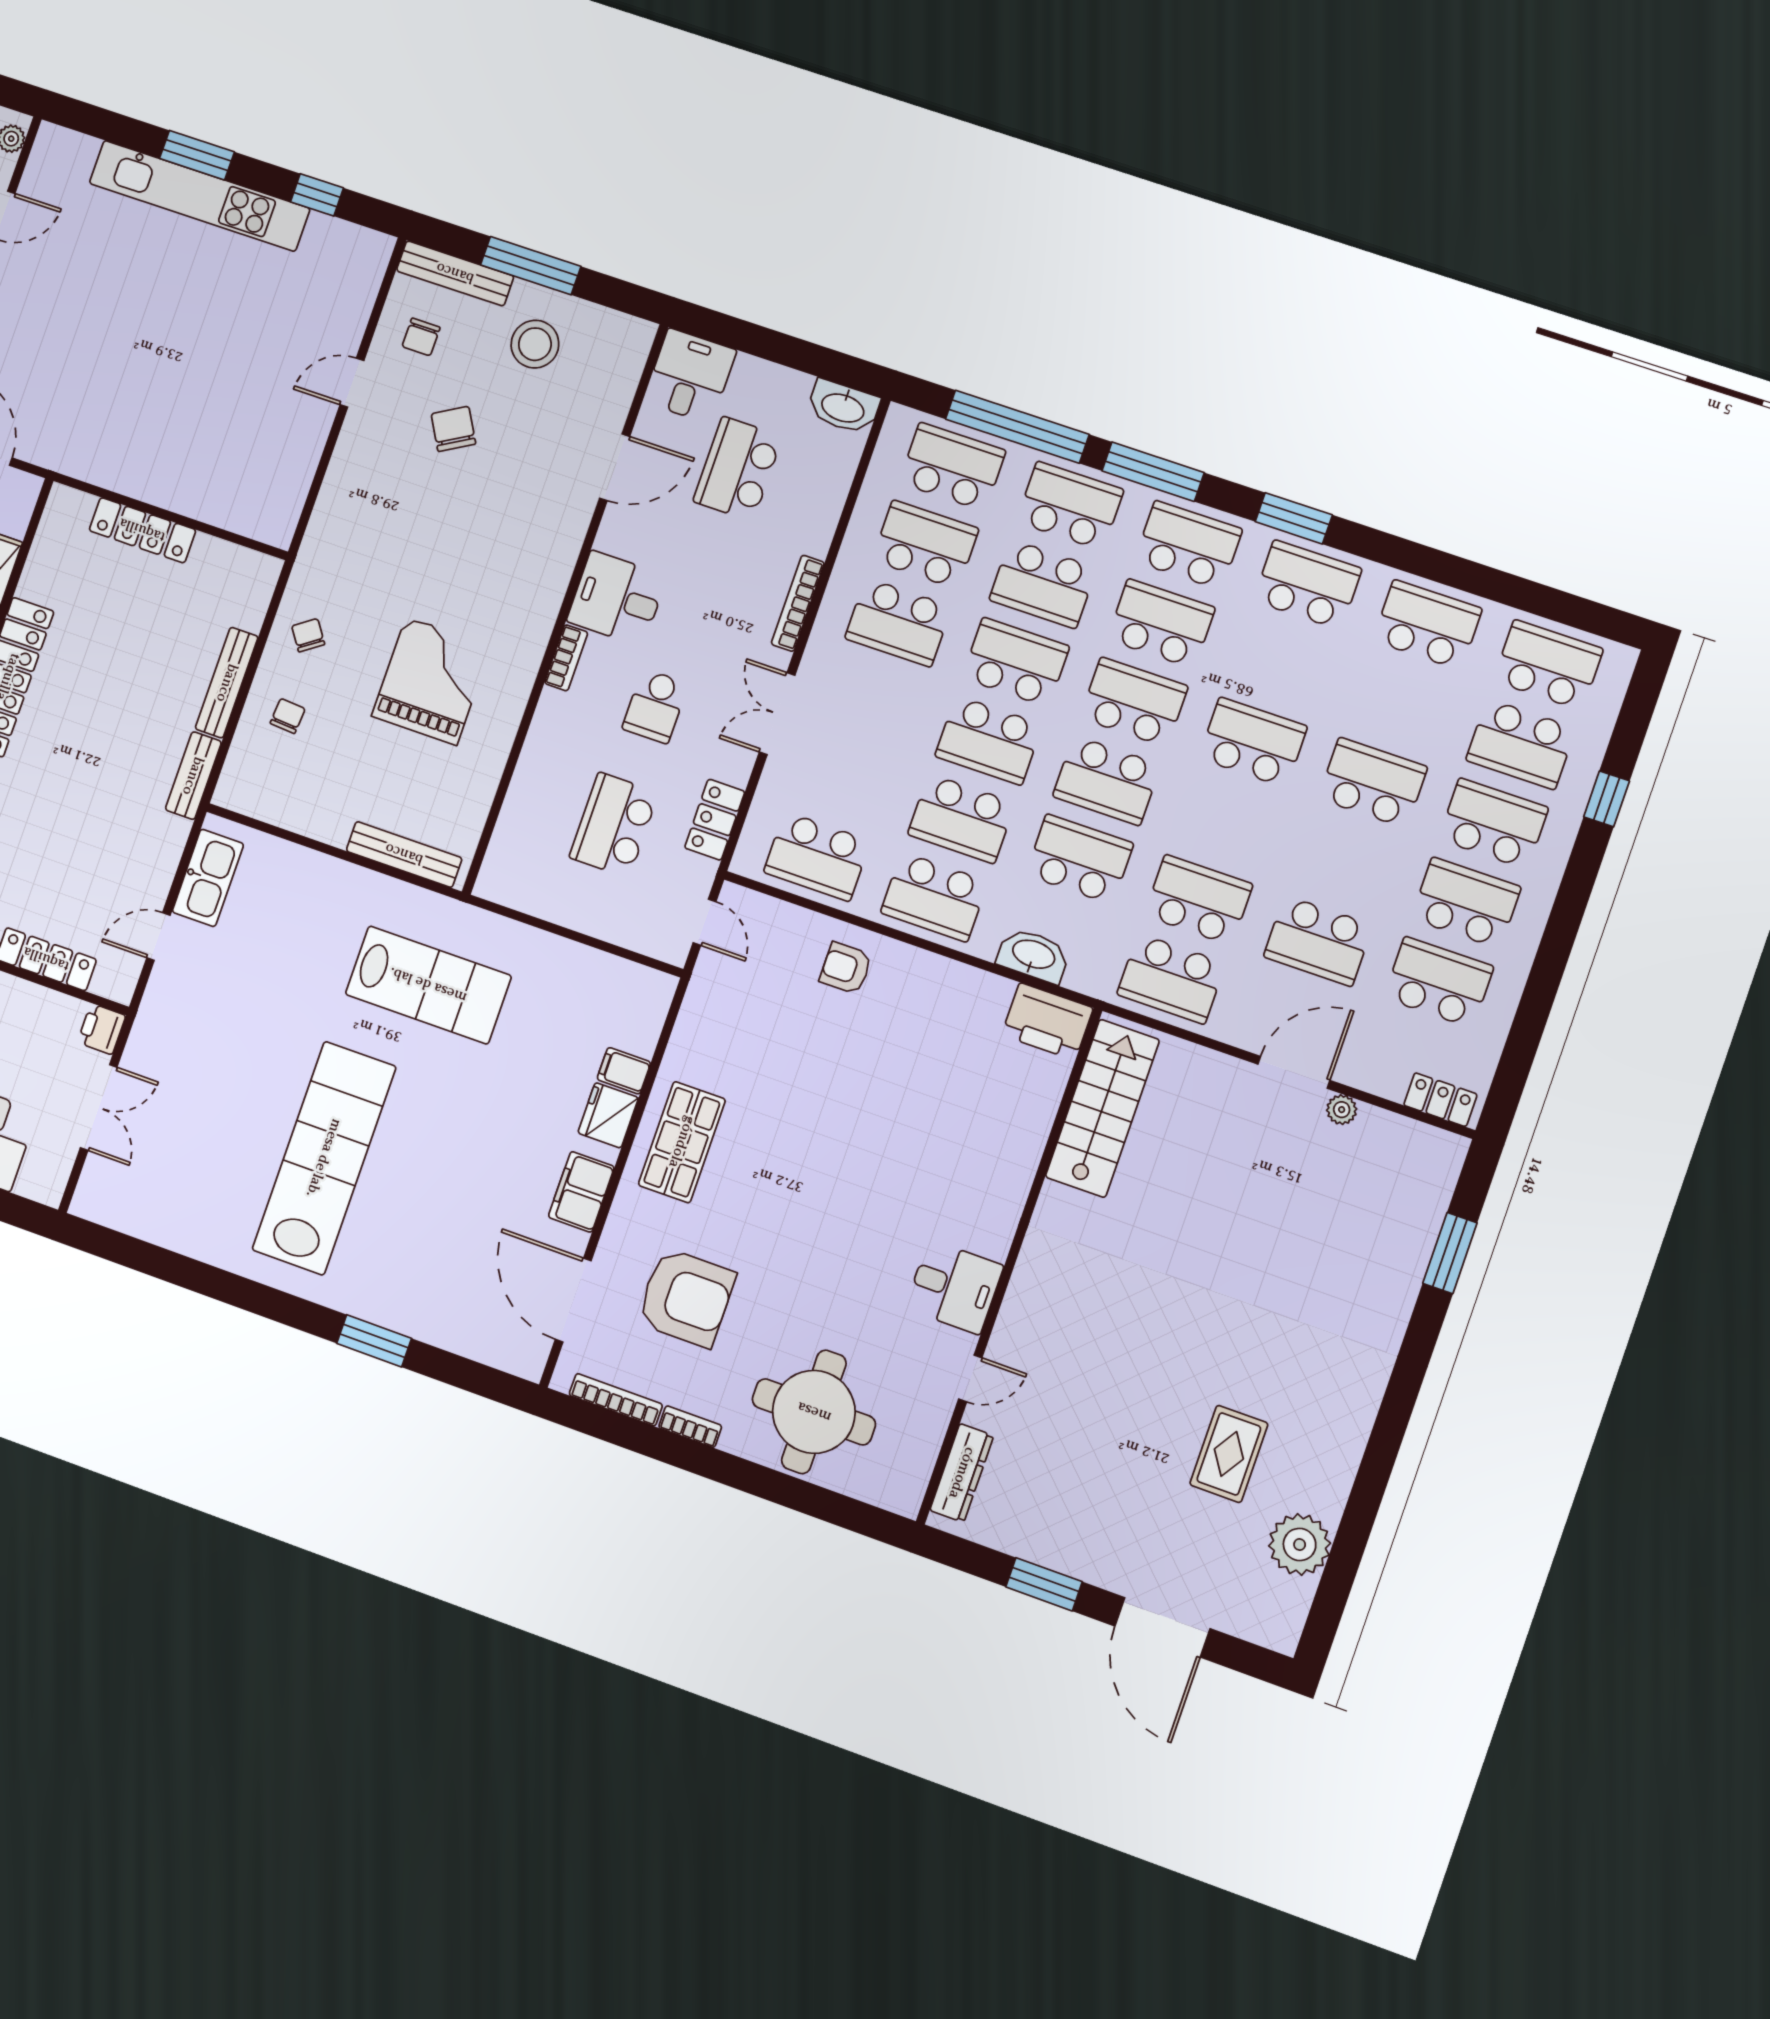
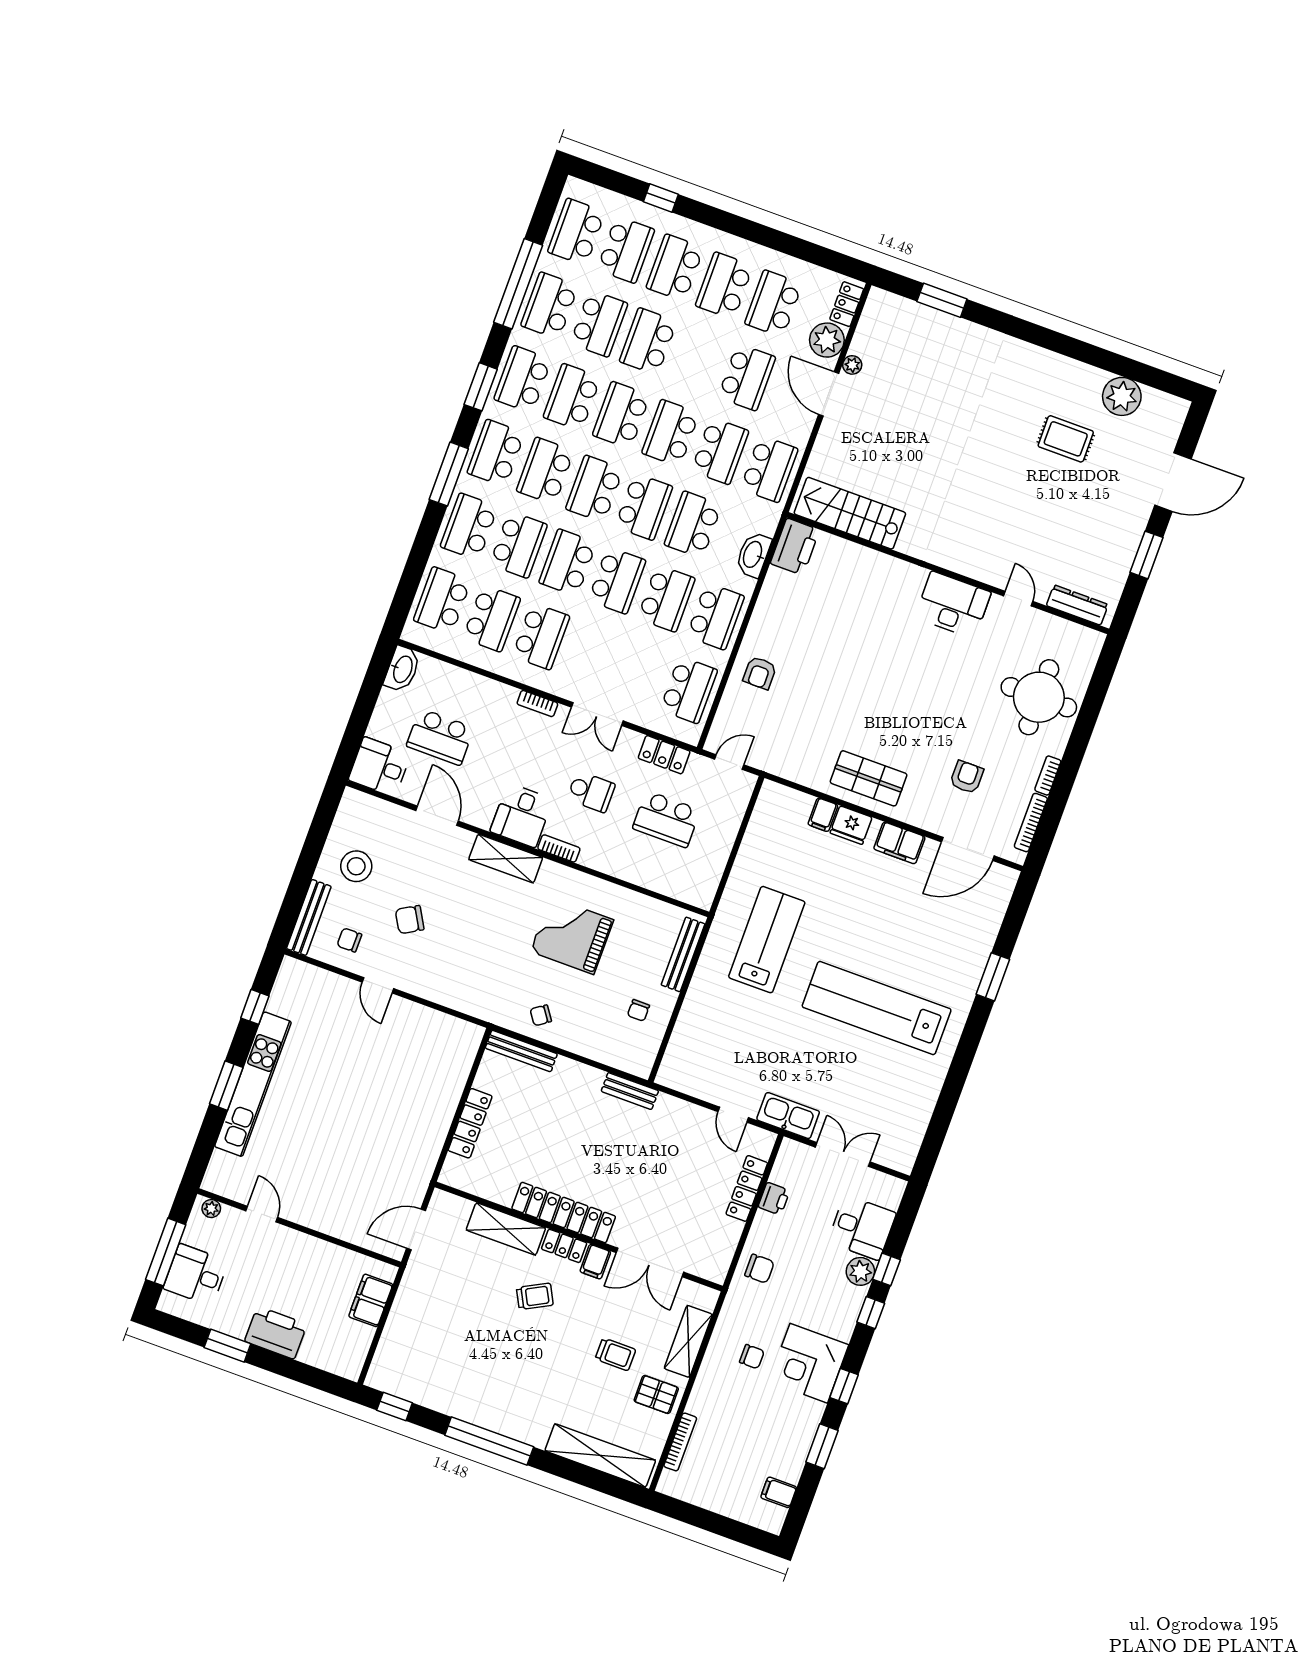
window: (531, 266) -> (305, 868), removed
chair: (421, 337) -> (349, 940), turned 180
window: (1017, 427) -> (518, 284), moved
school desk: (925, 545) -> (492, 618), turned 180
shelving: (549, 575) -> (506, 859), added
bookcase: (798, 603) -> (537, 704), width x0.64
school desk: (1280, 663) -> (572, 397), added
bench: (227, 683) -> (521, 1051), moved
school desk: (1400, 704) -> (599, 323), added
chair: (288, 716) -> (638, 1010), moved, turned -94
school desk: (1226, 821) -> (671, 433), added
kitchen sink: (208, 878) -> (788, 1116), moved
school desk: (1198, 900) -> (720, 451), turned 180
printer: (102, 1029) -> (774, 1199), moved, turned -90
plant: (1381, 1068) -> (827, 340), added
desk: (954, 1287) -> (953, 605), width x1.37
armchair: (686, 1298) -> (967, 777), width x0.53, depth x0.53

